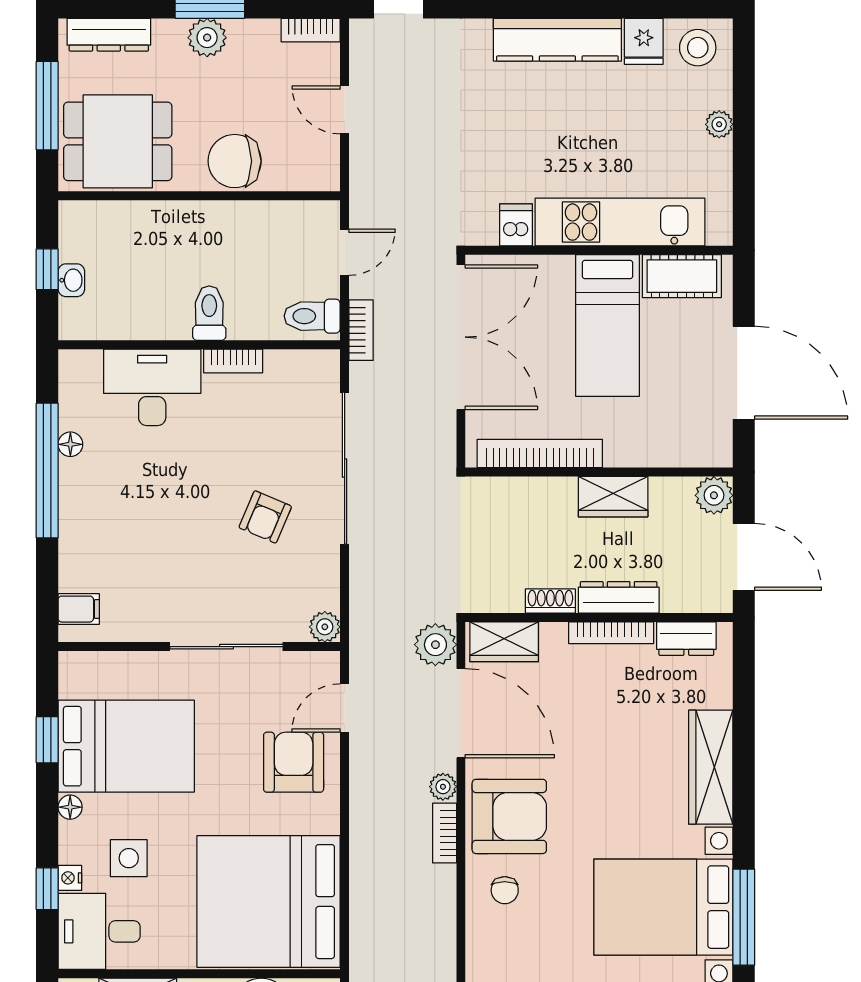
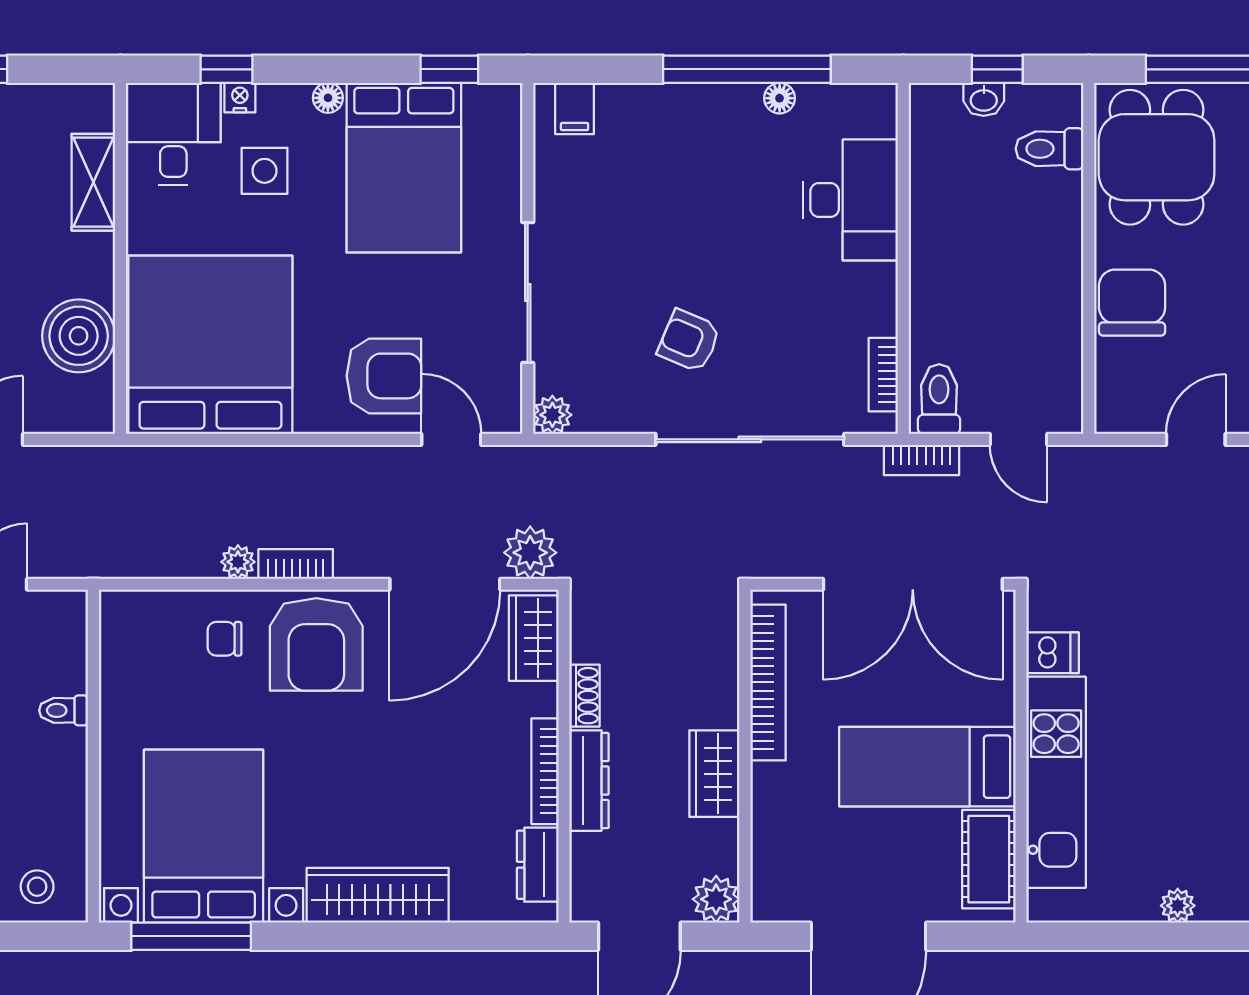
toilet: (209, 313) -> (1049, 149), moved, turned 180
bookcase: (233, 361) -> (883, 375), moved
window: (47, 740) -> (449, 69), moved
plant: (443, 787) -> (238, 562), moved

